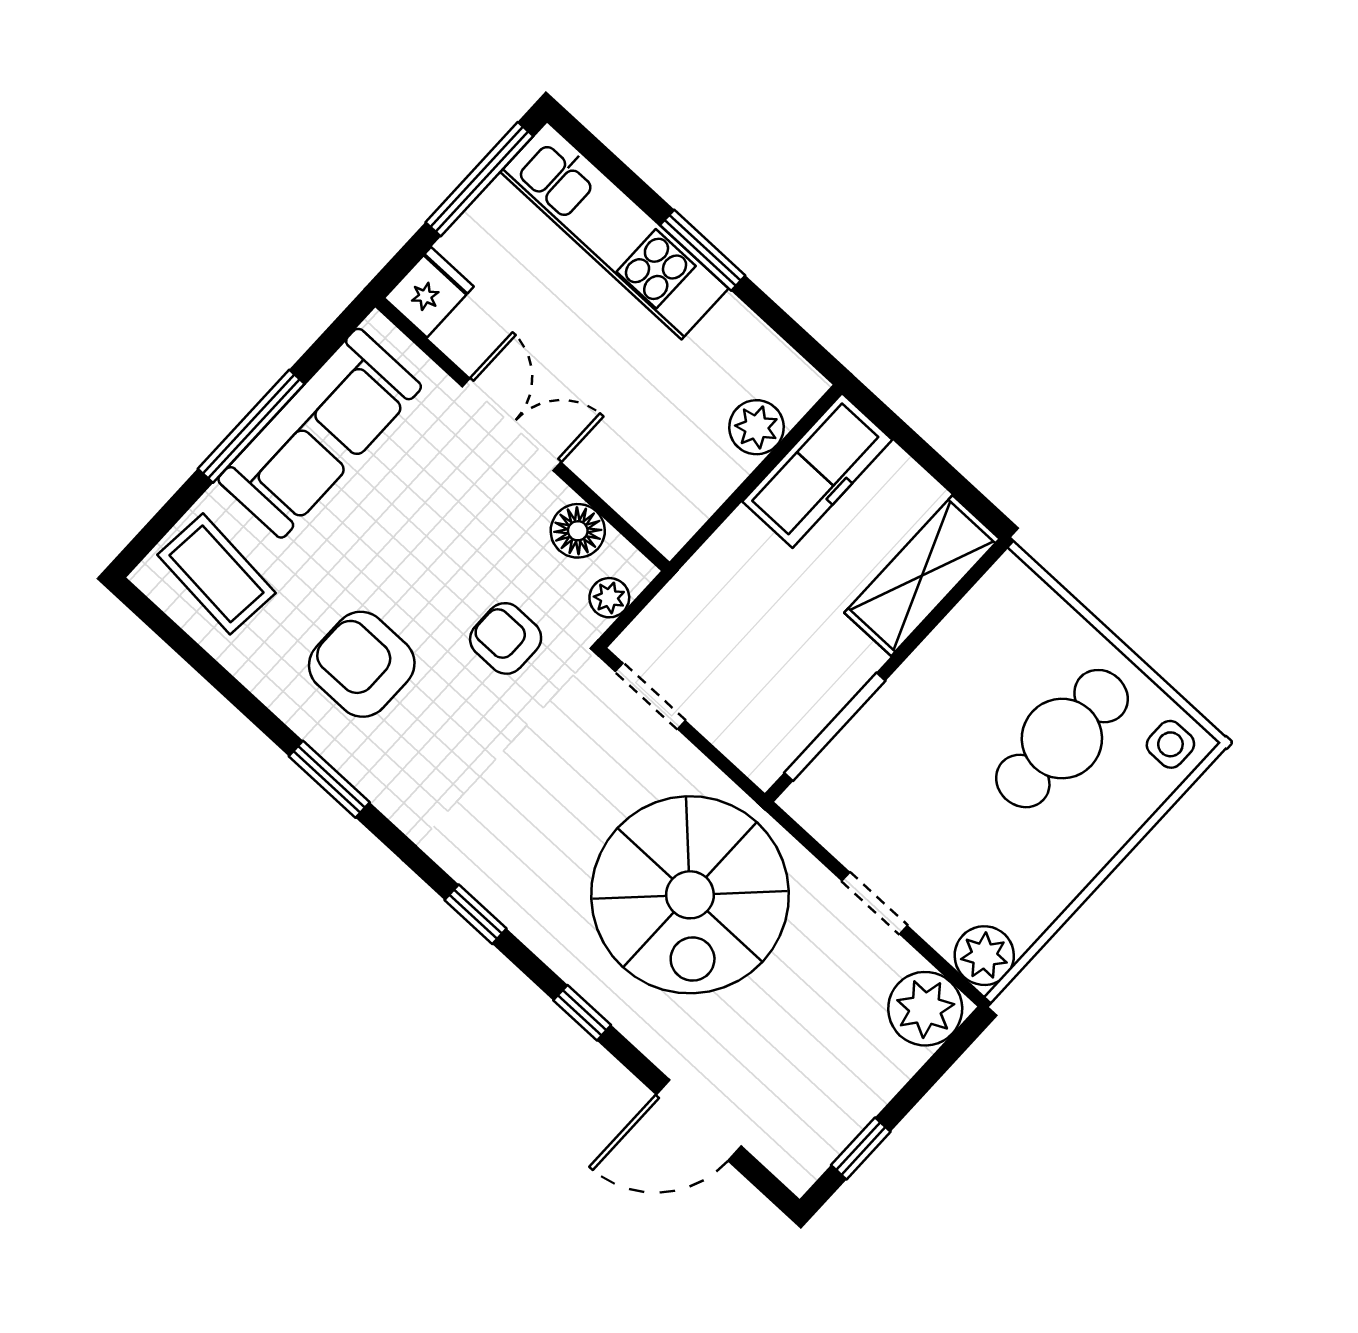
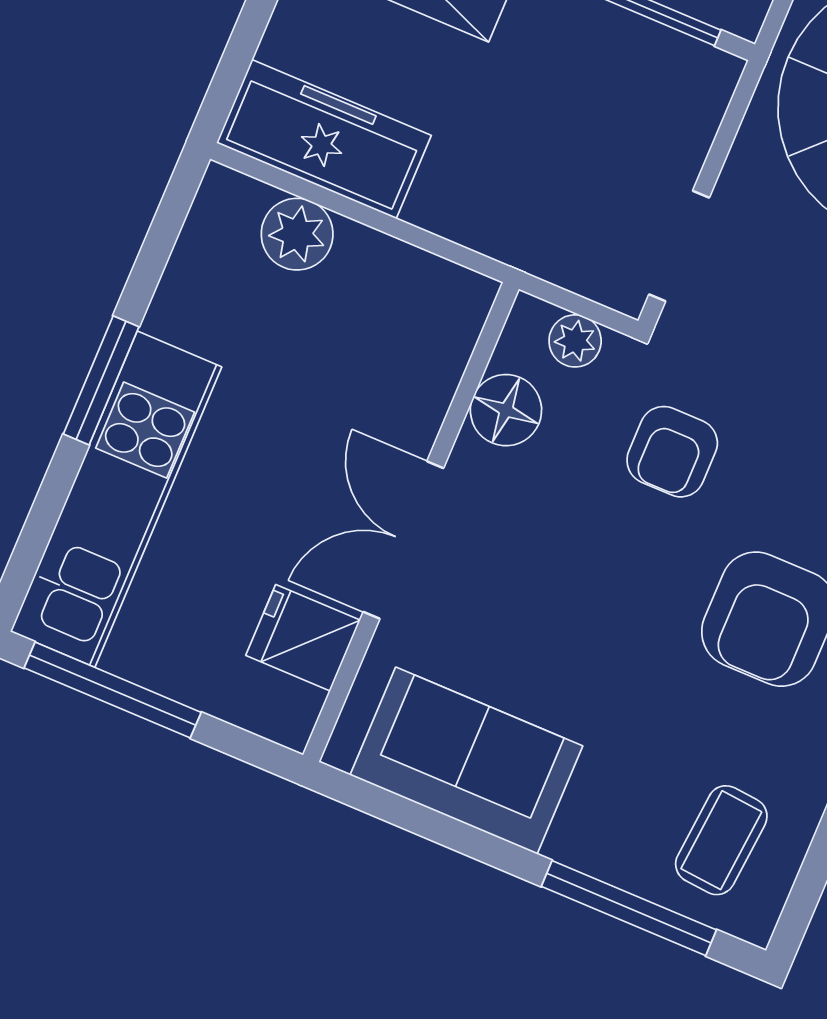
fridge: (429, 292) -> (303, 638), moved
window: (251, 426) -> (629, 908), moved
sofa: (320, 433) -> (466, 761), width x0.73
coffee table: (216, 574) -> (721, 840), width x0.73, depth x0.77

